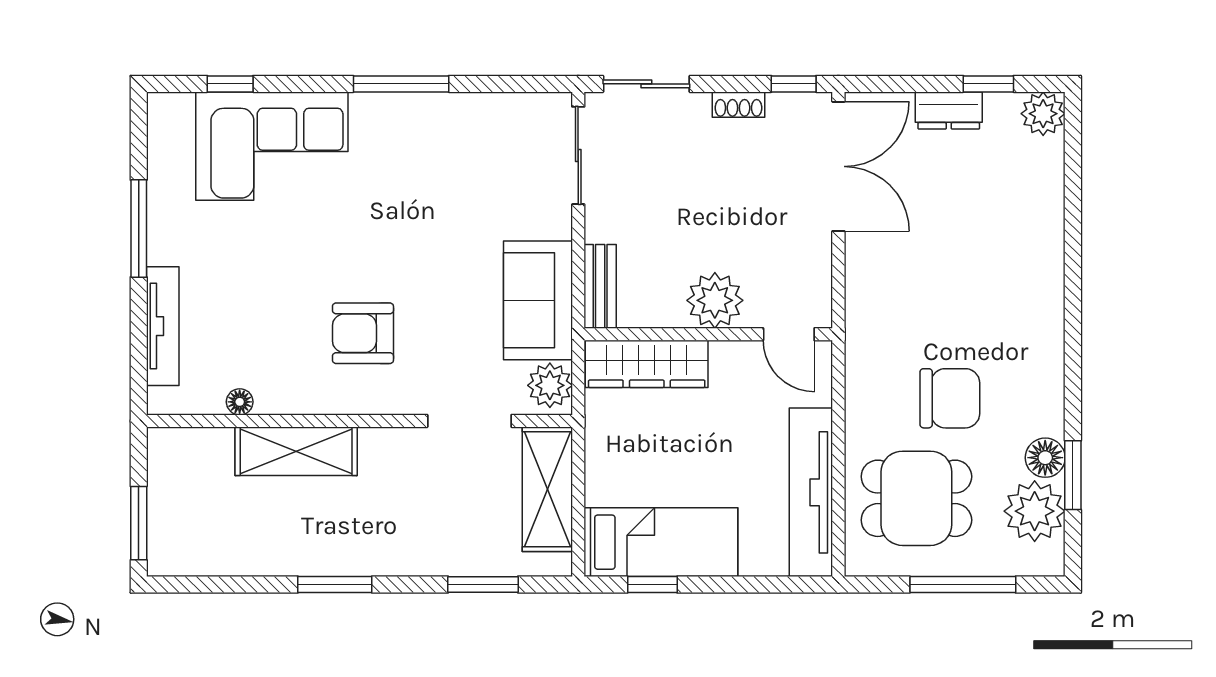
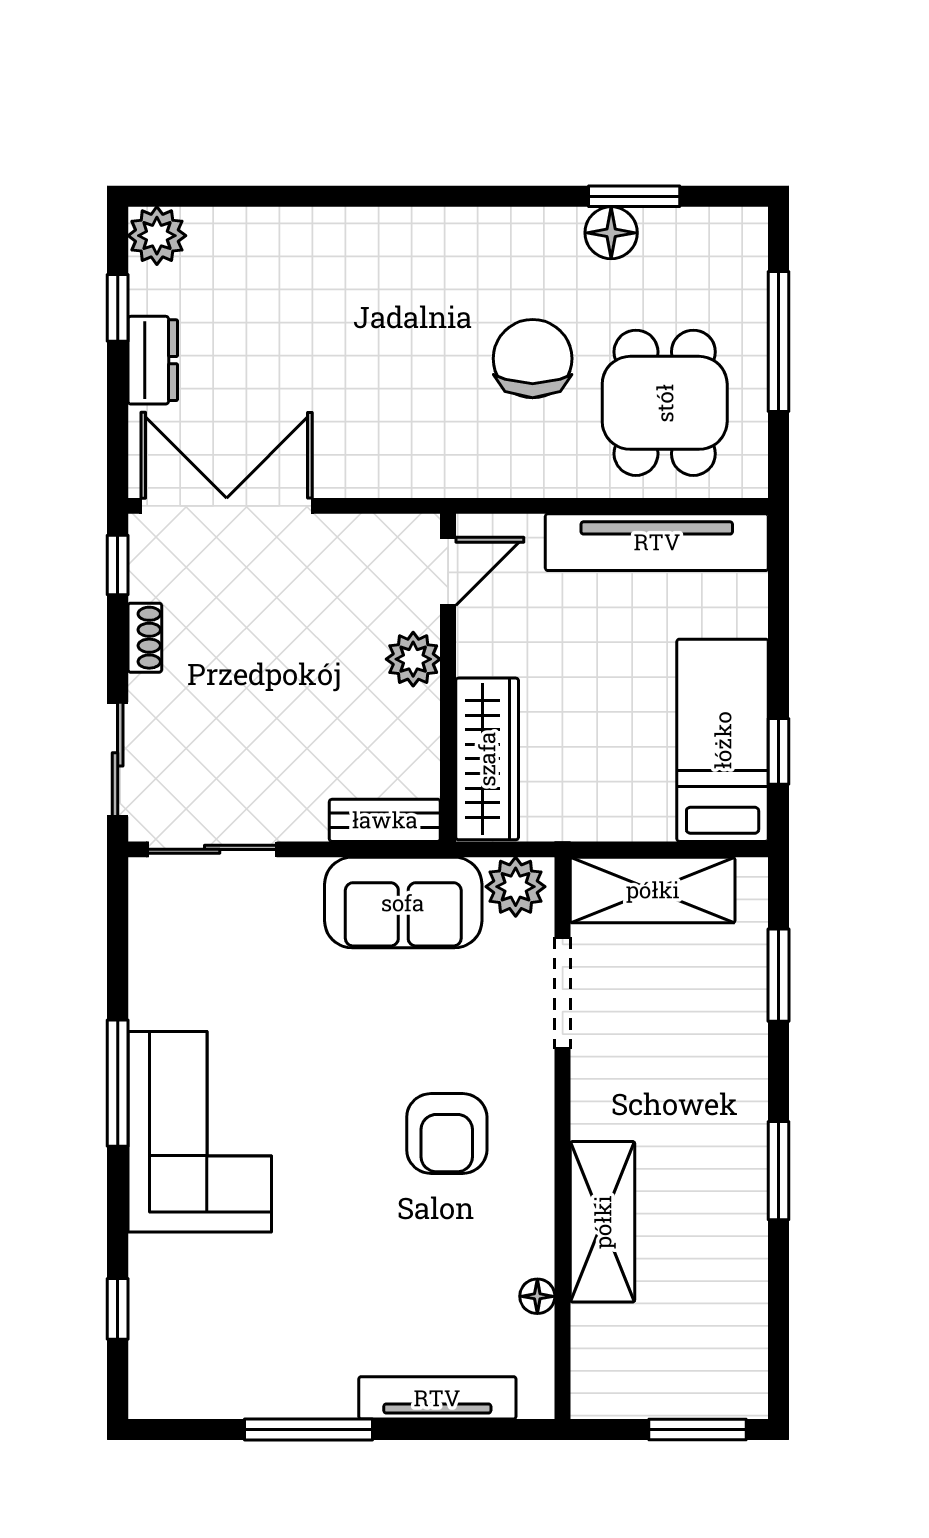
corner sofa: (272, 146) -> (200, 1132), moved
plant: (715, 300) -> (413, 659), width x0.73, depth x0.73
plant: (1035, 511) -> (682, 247), removed

